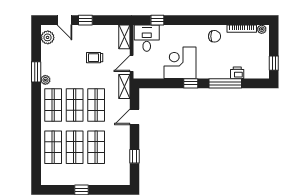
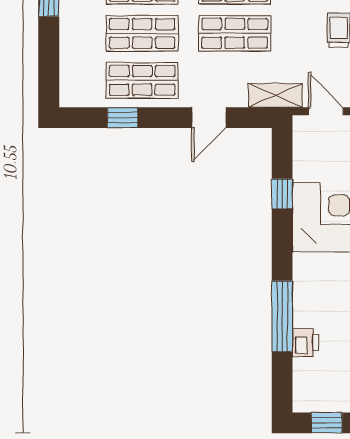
window: (191, 83) -> (282, 194), moved
door: (134, 117) -> (209, 118), swing flipped
shop shelf: (118, 147) -> (142, 80), added

